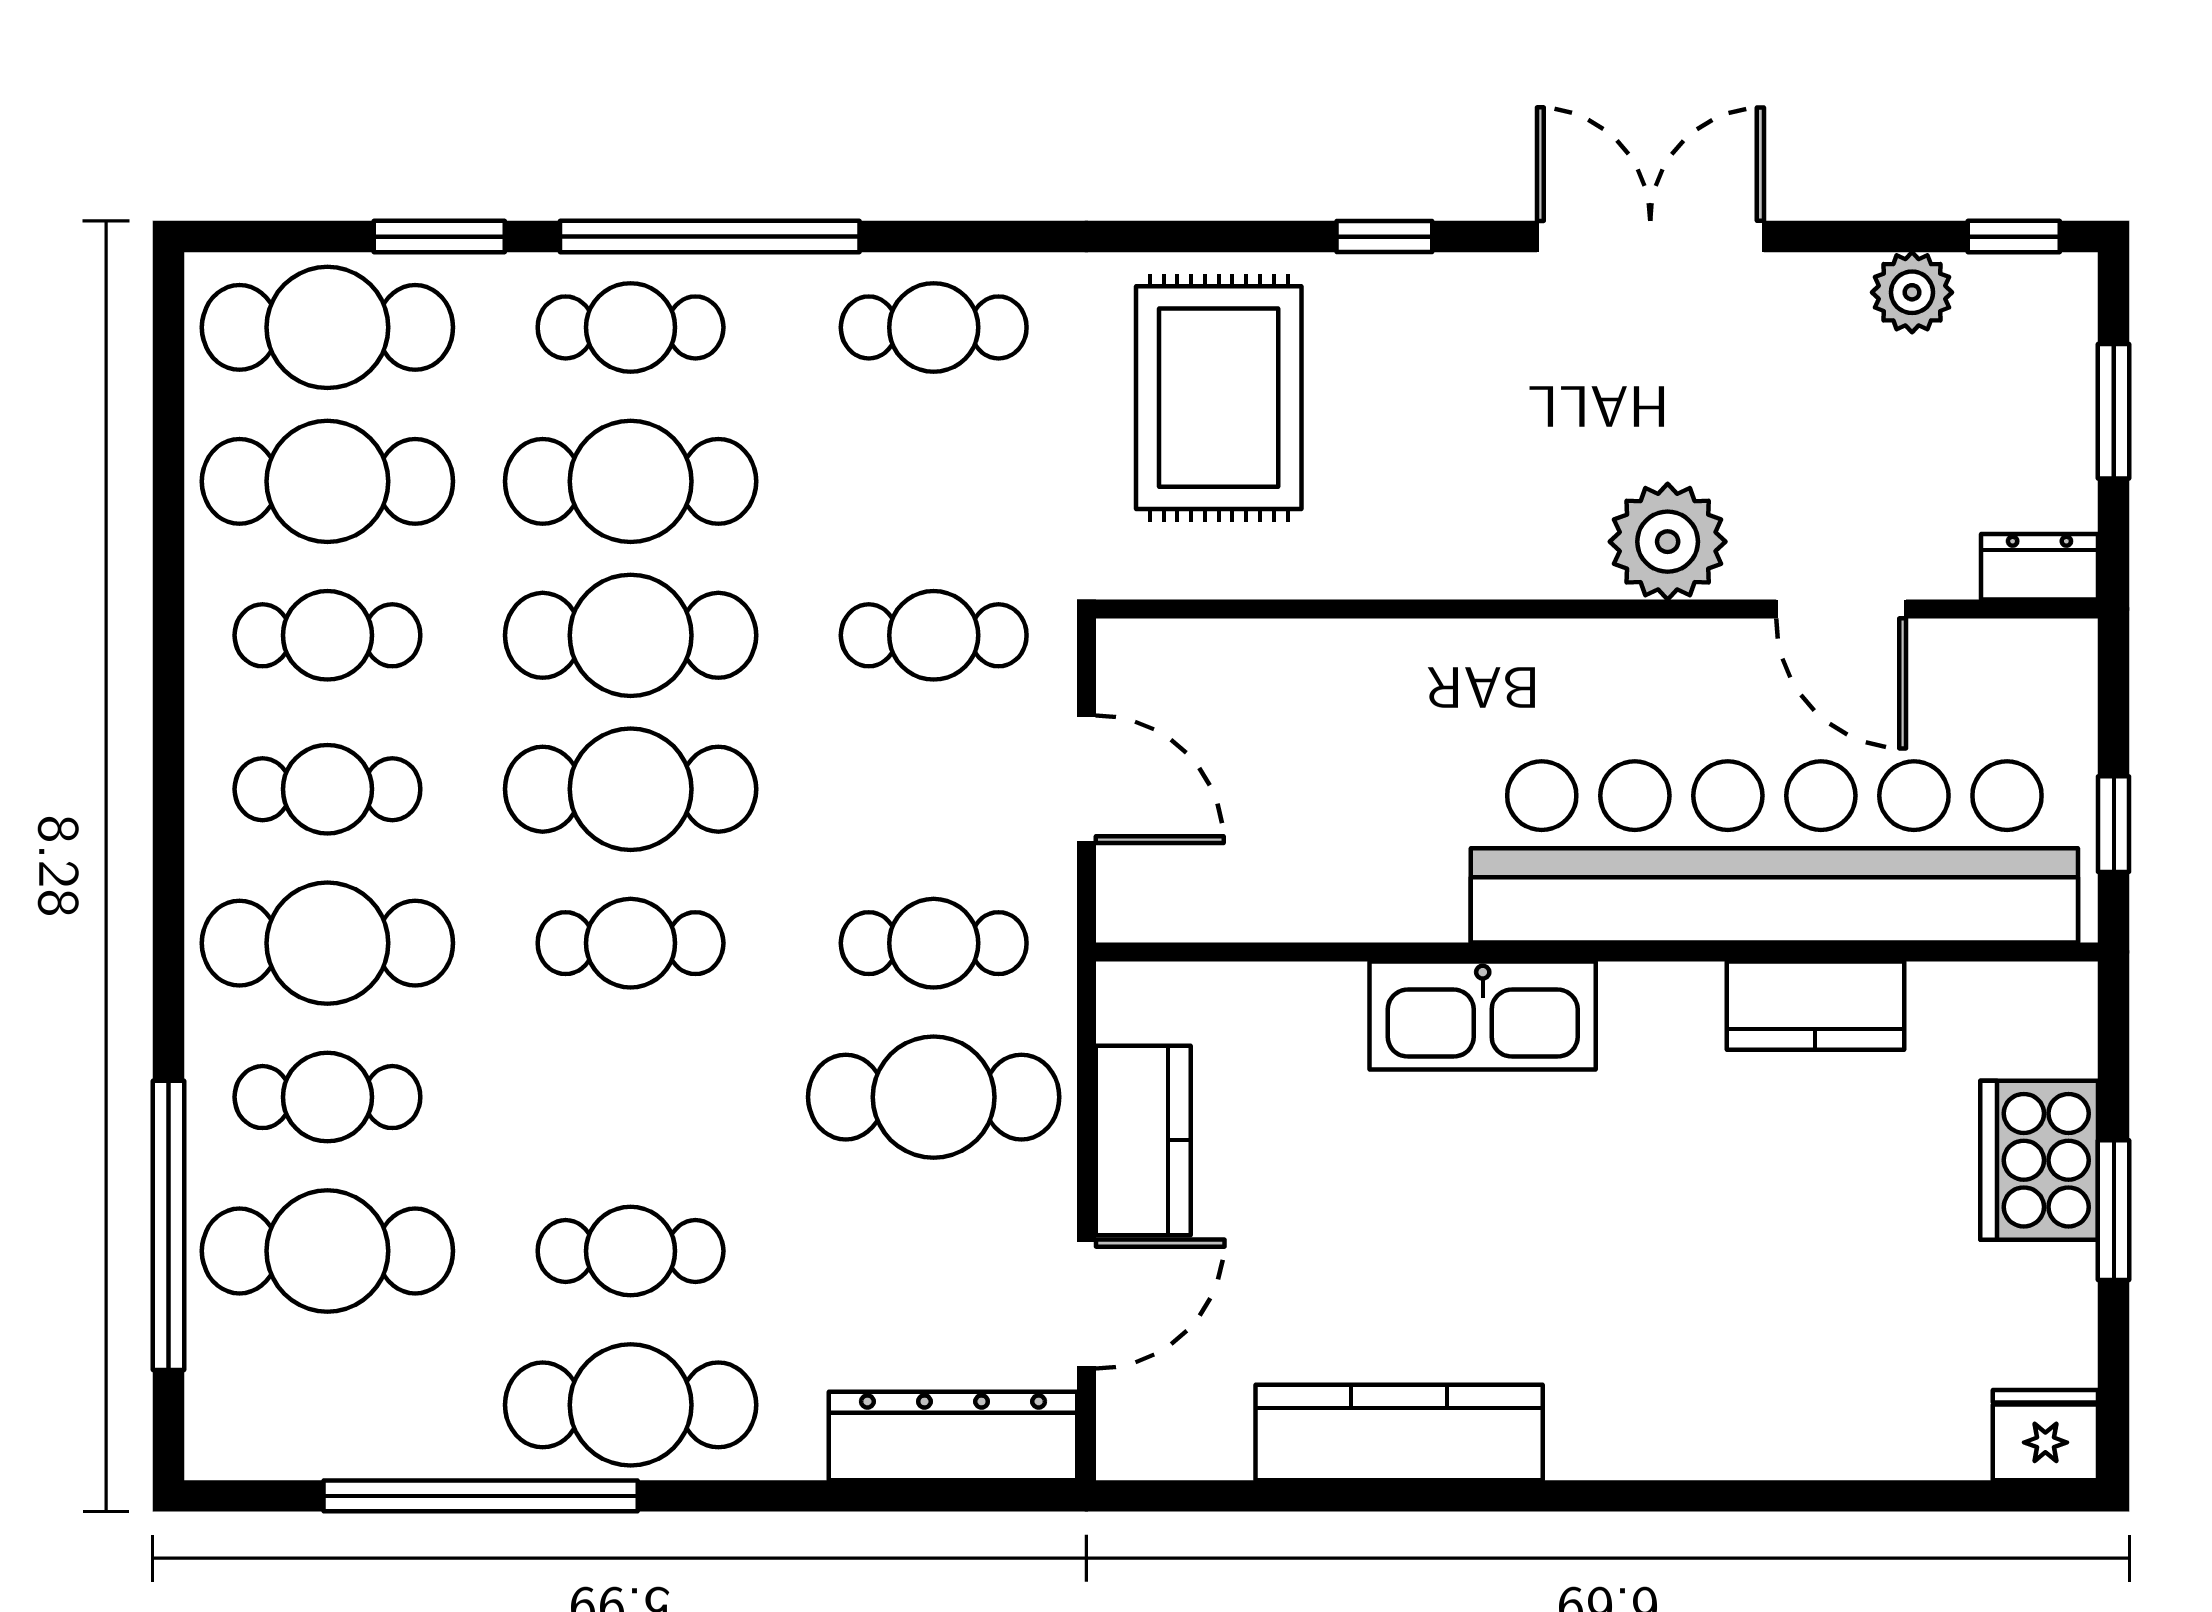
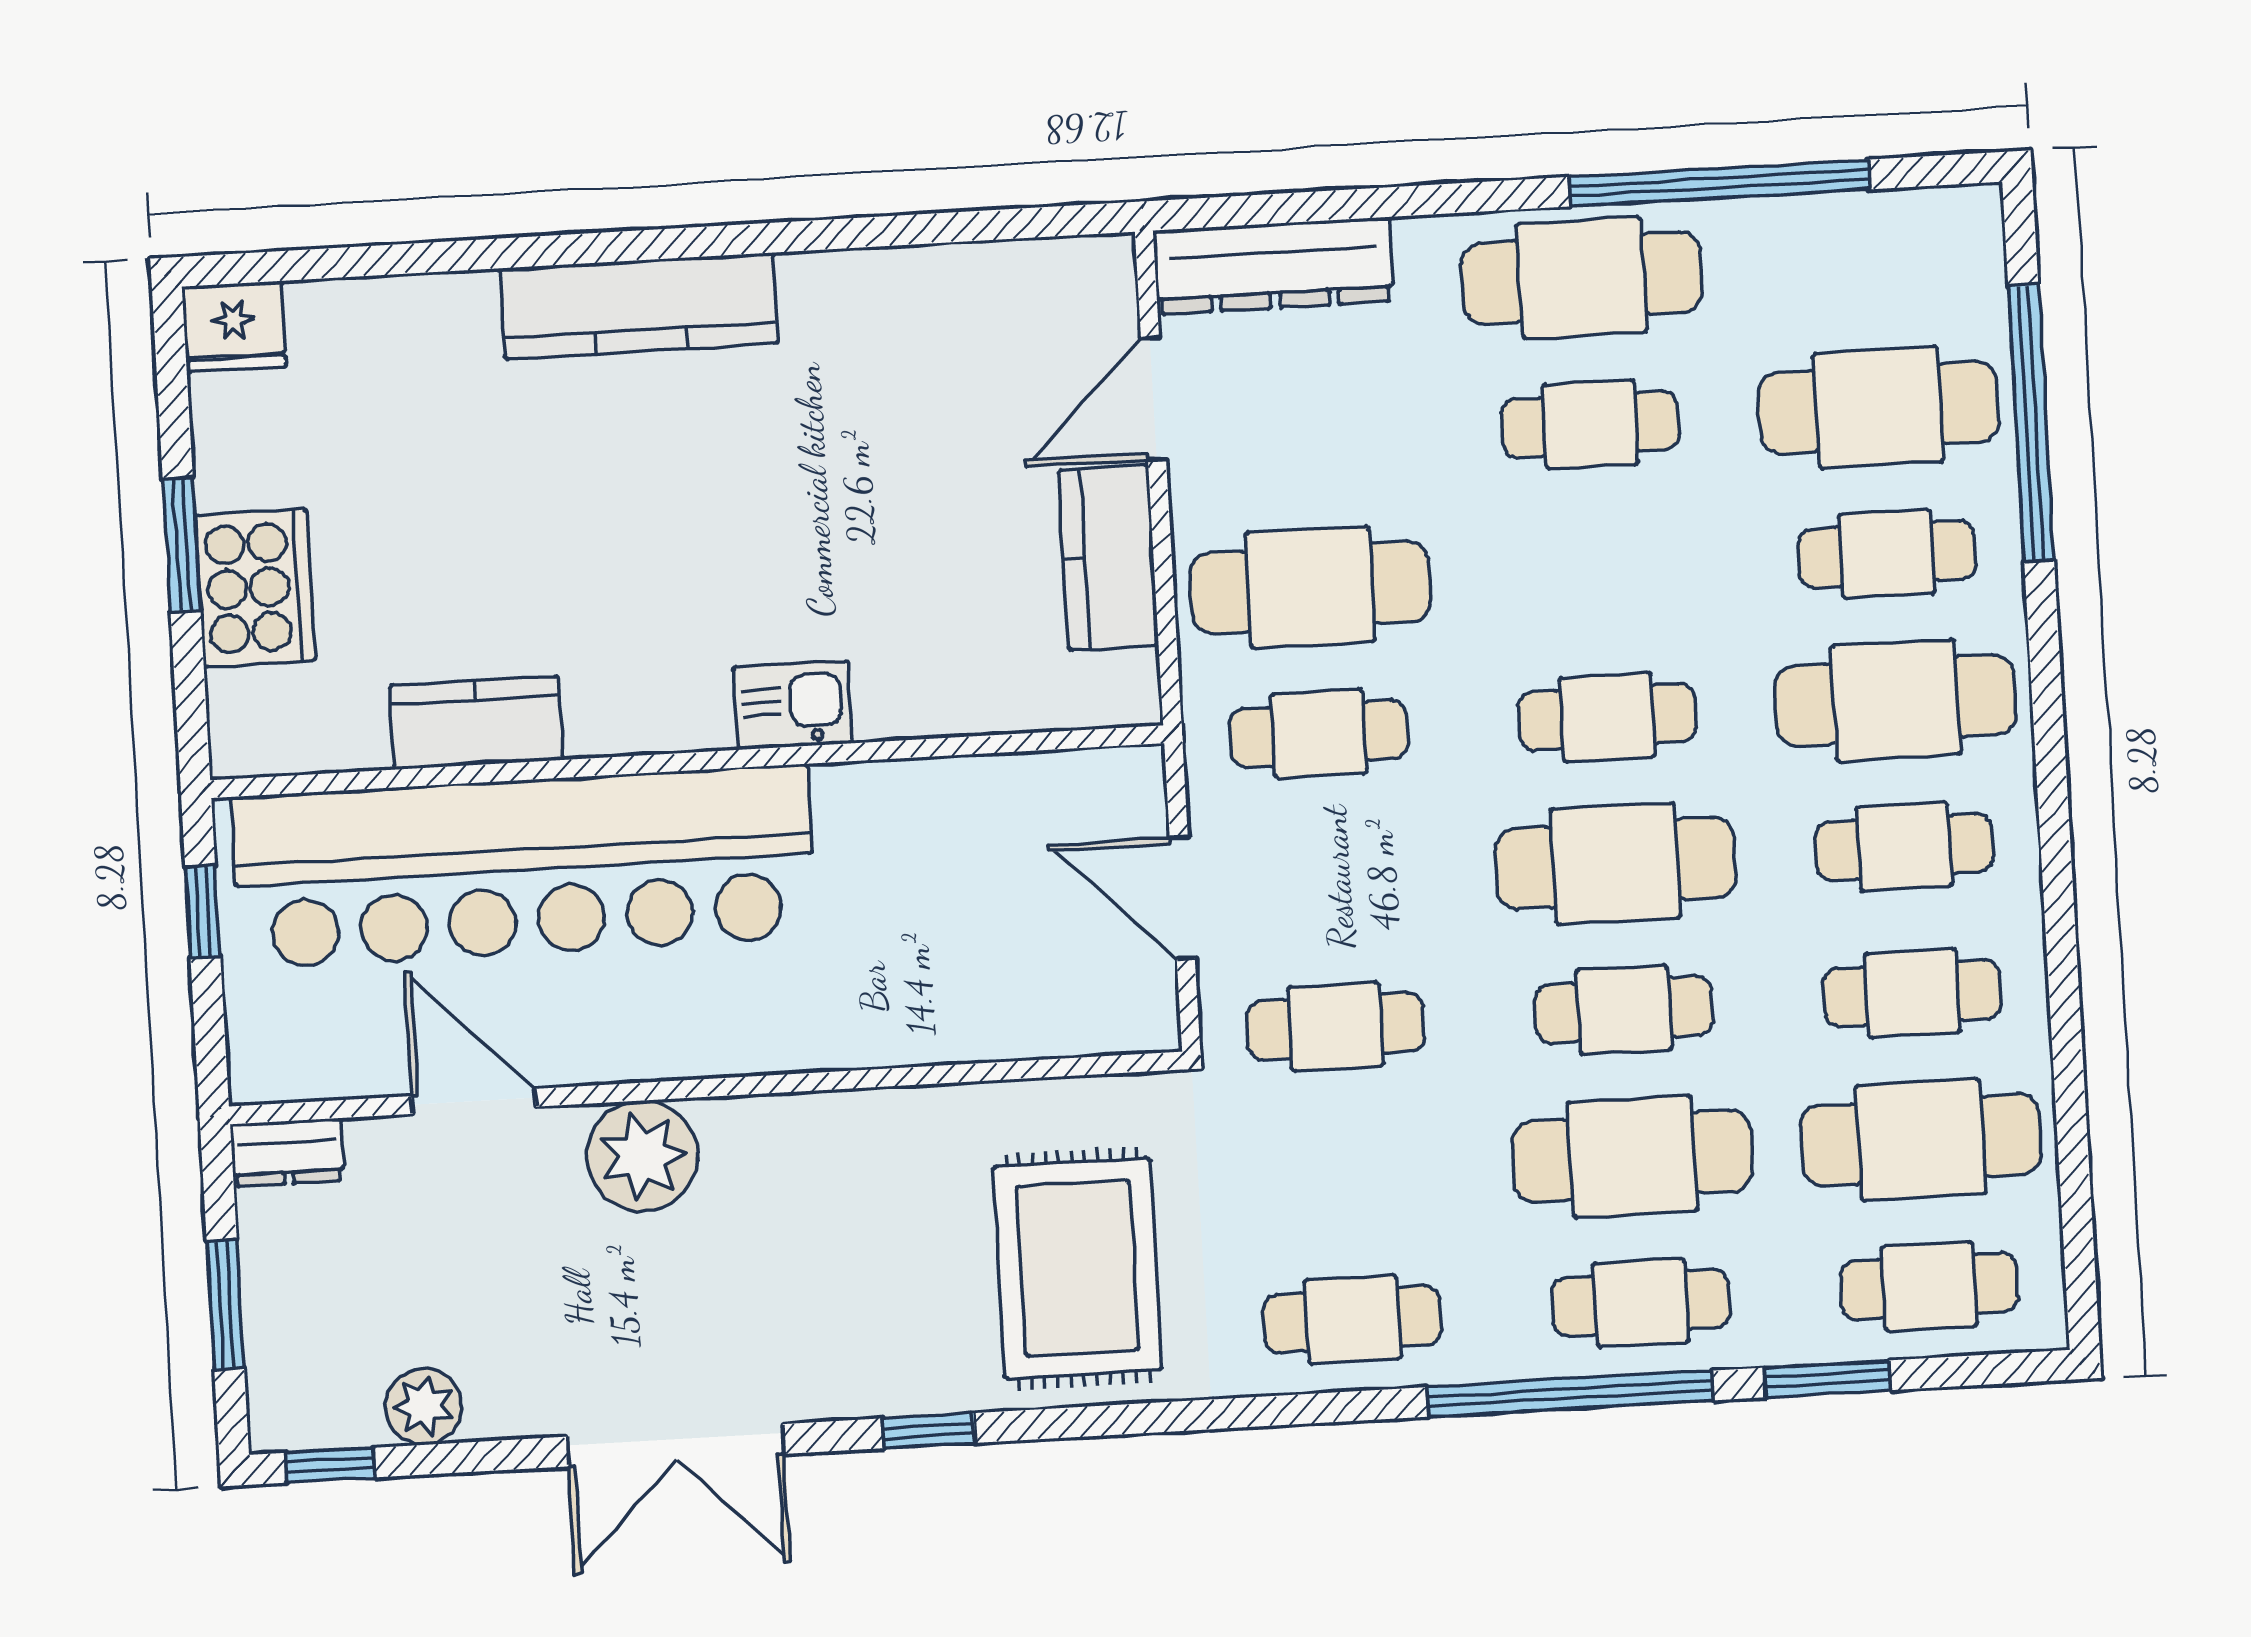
cafe table: (327, 327) -> (1929, 1286), width x0.73, depth x0.74
cafe table: (631, 635) -> (1624, 1010), width x0.73, depth x0.74
kitchen sink: (1483, 1015) -> (793, 705), width x0.53, depth x0.81
kitchen counter: (1399, 1432) -> (639, 306), moved

